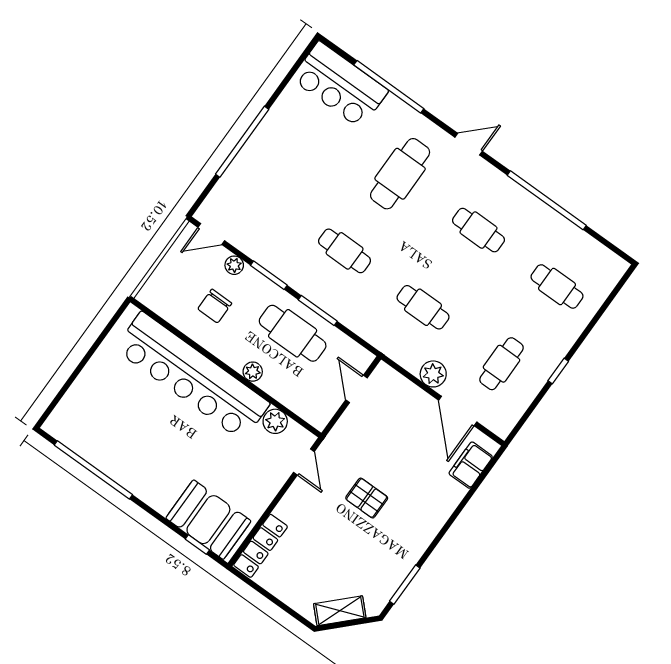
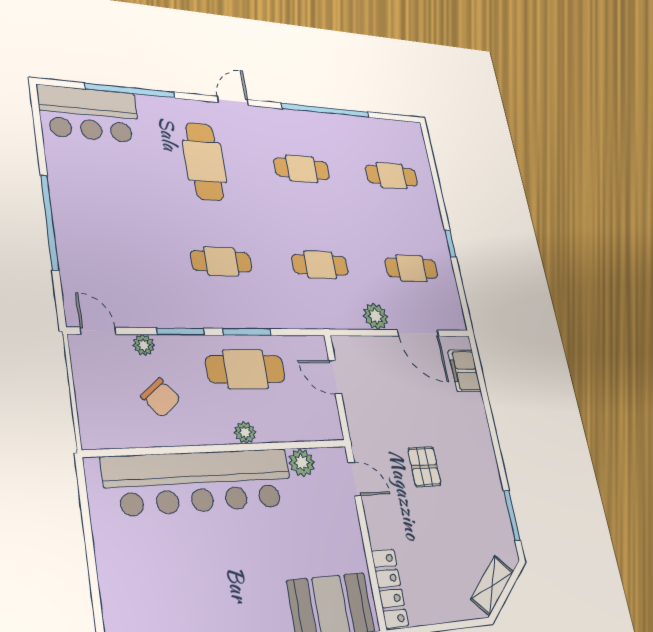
door: (211, 234) -> (98, 331), swing flipped
chair: (215, 306) -> (161, 398), turned -40
cafe table: (502, 364) -> (411, 268), turned 90
pallet: (367, 498) -> (424, 467), turned 90

